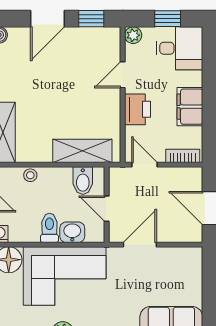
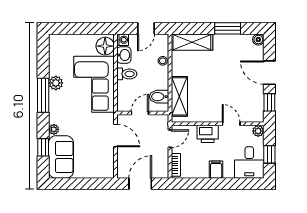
filing cabinet: (190, 107) -> (216, 170), width x0.50
washbasin: (72, 232) -> (124, 55), moved

